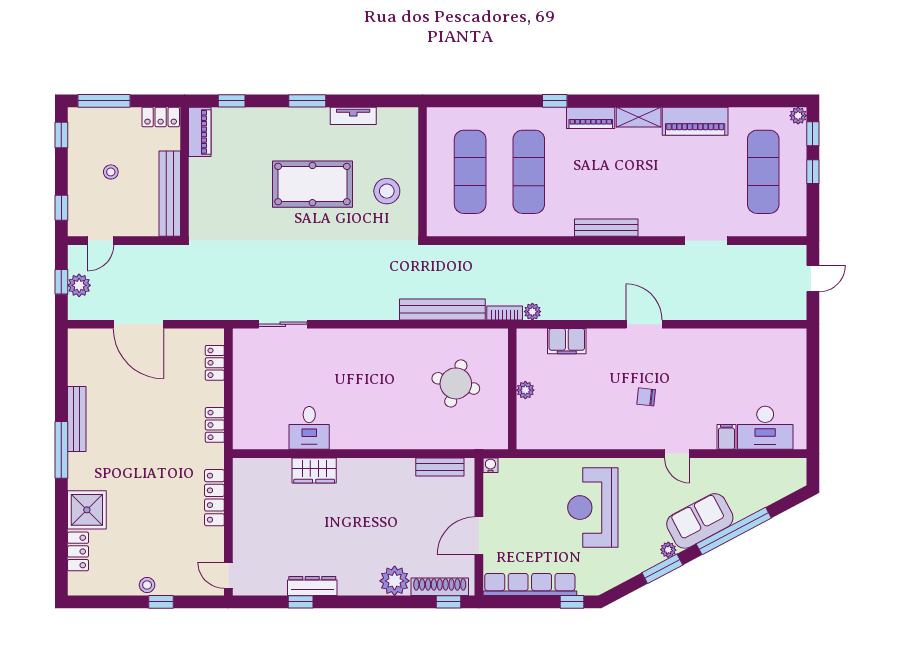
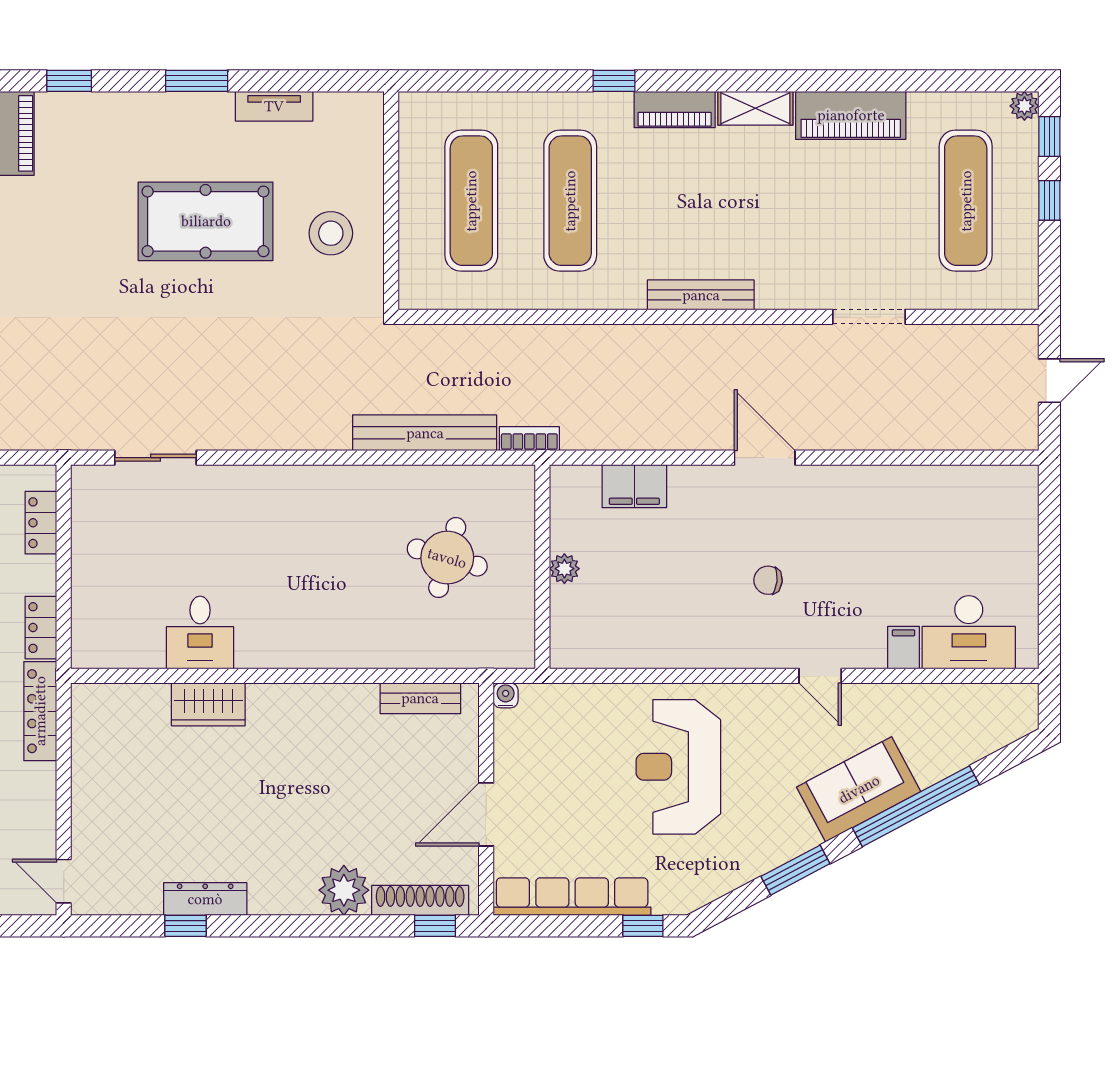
plant: (532, 312) -> (576, 436), removed
locker: (214, 498) -> (40, 711), moved
plant: (668, 550) -> (805, 838), removed

